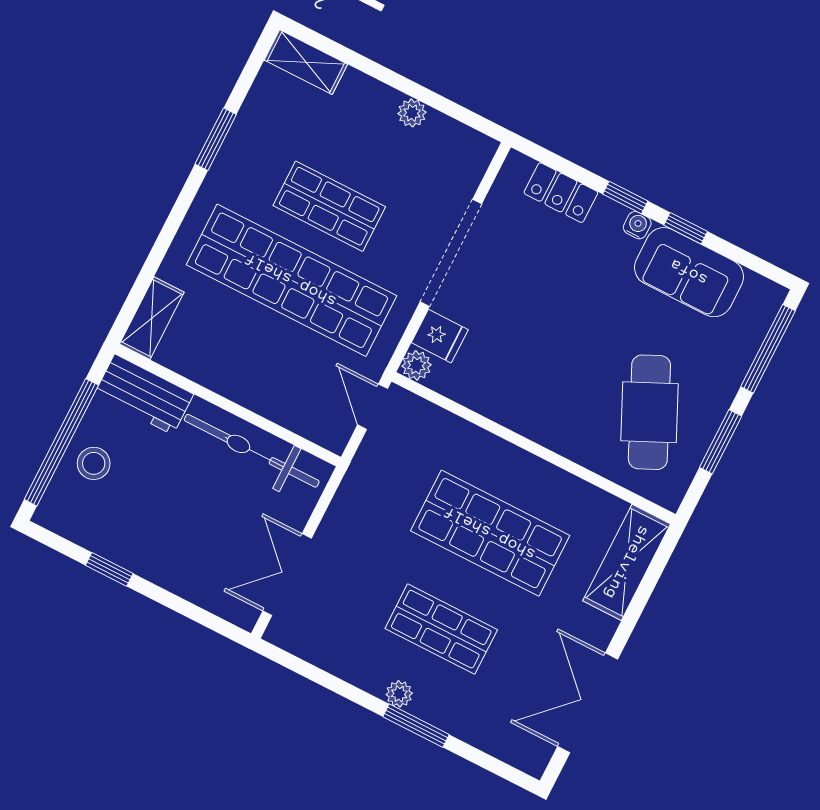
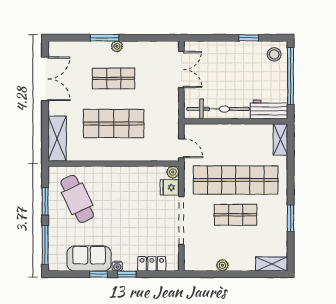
stool: (94, 463) -> (274, 54), moved

